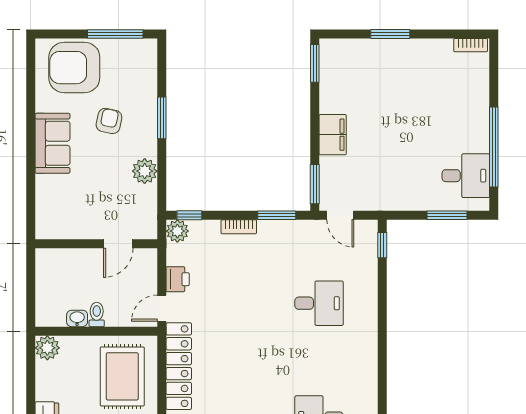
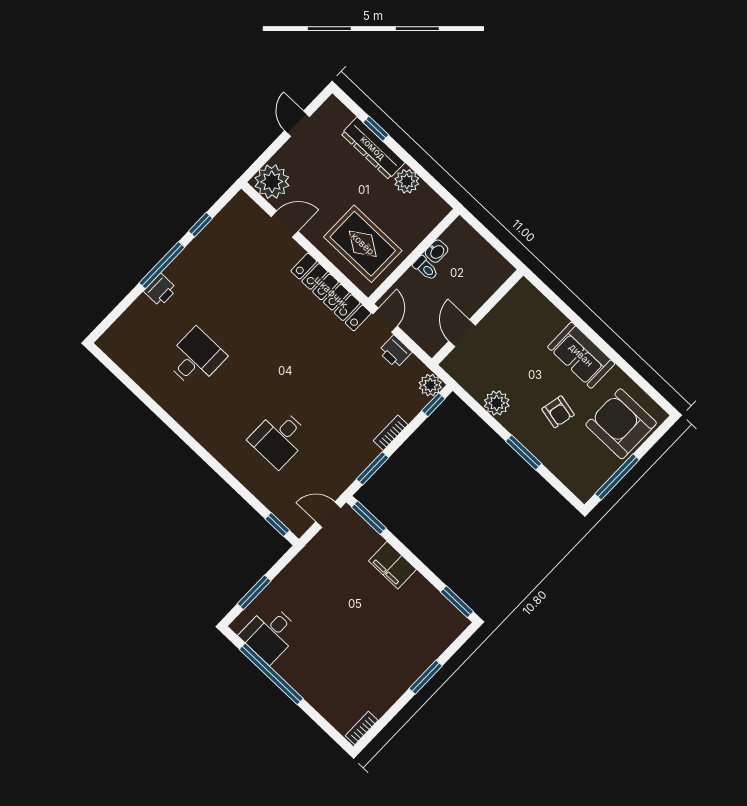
armchair: (74, 68) -> (621, 424), turned -90
plant: (47, 348) -> (407, 181), moved

